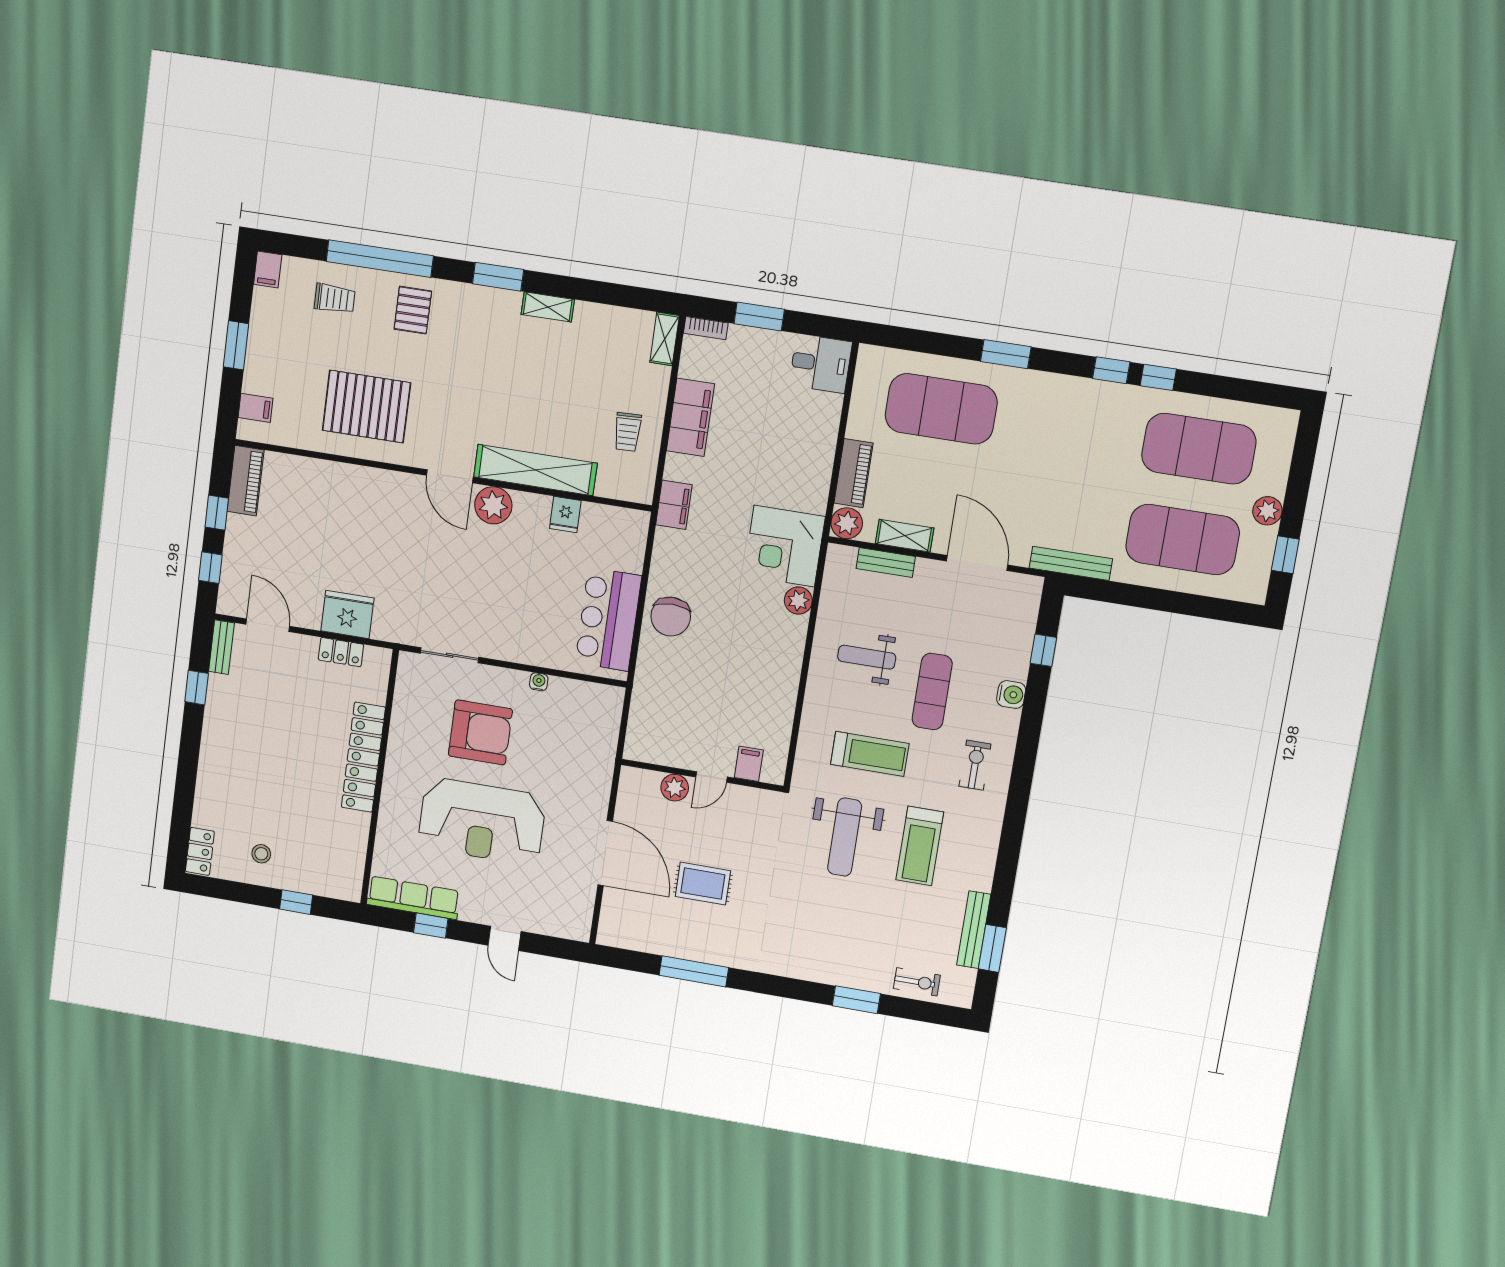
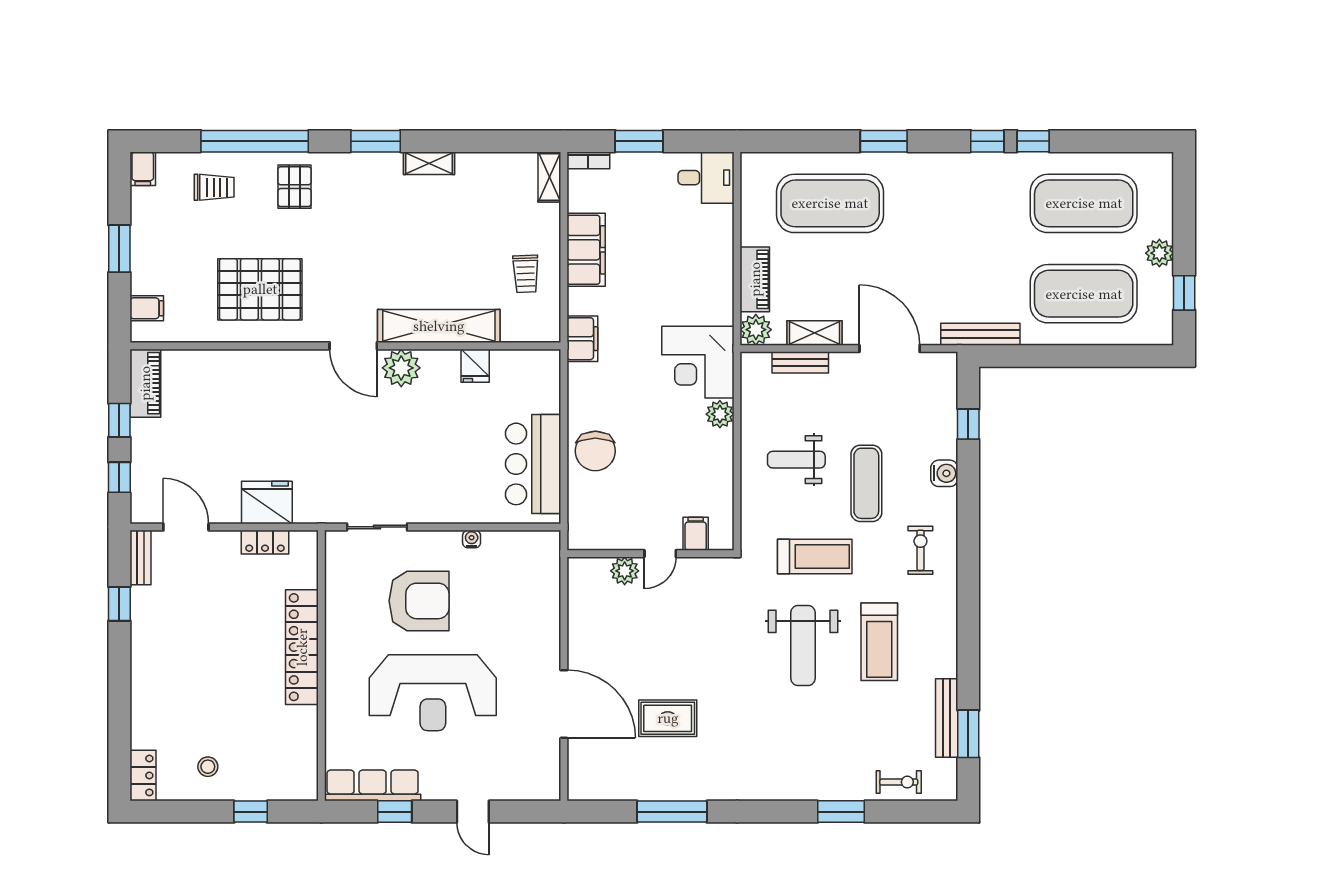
filing cabinet: (749, 764) -> (696, 534), moved
wall: (702, 775) -> (650, 554), moved
door: (712, 777) -> (660, 554), moved
plant: (675, 788) -> (625, 571), moved

